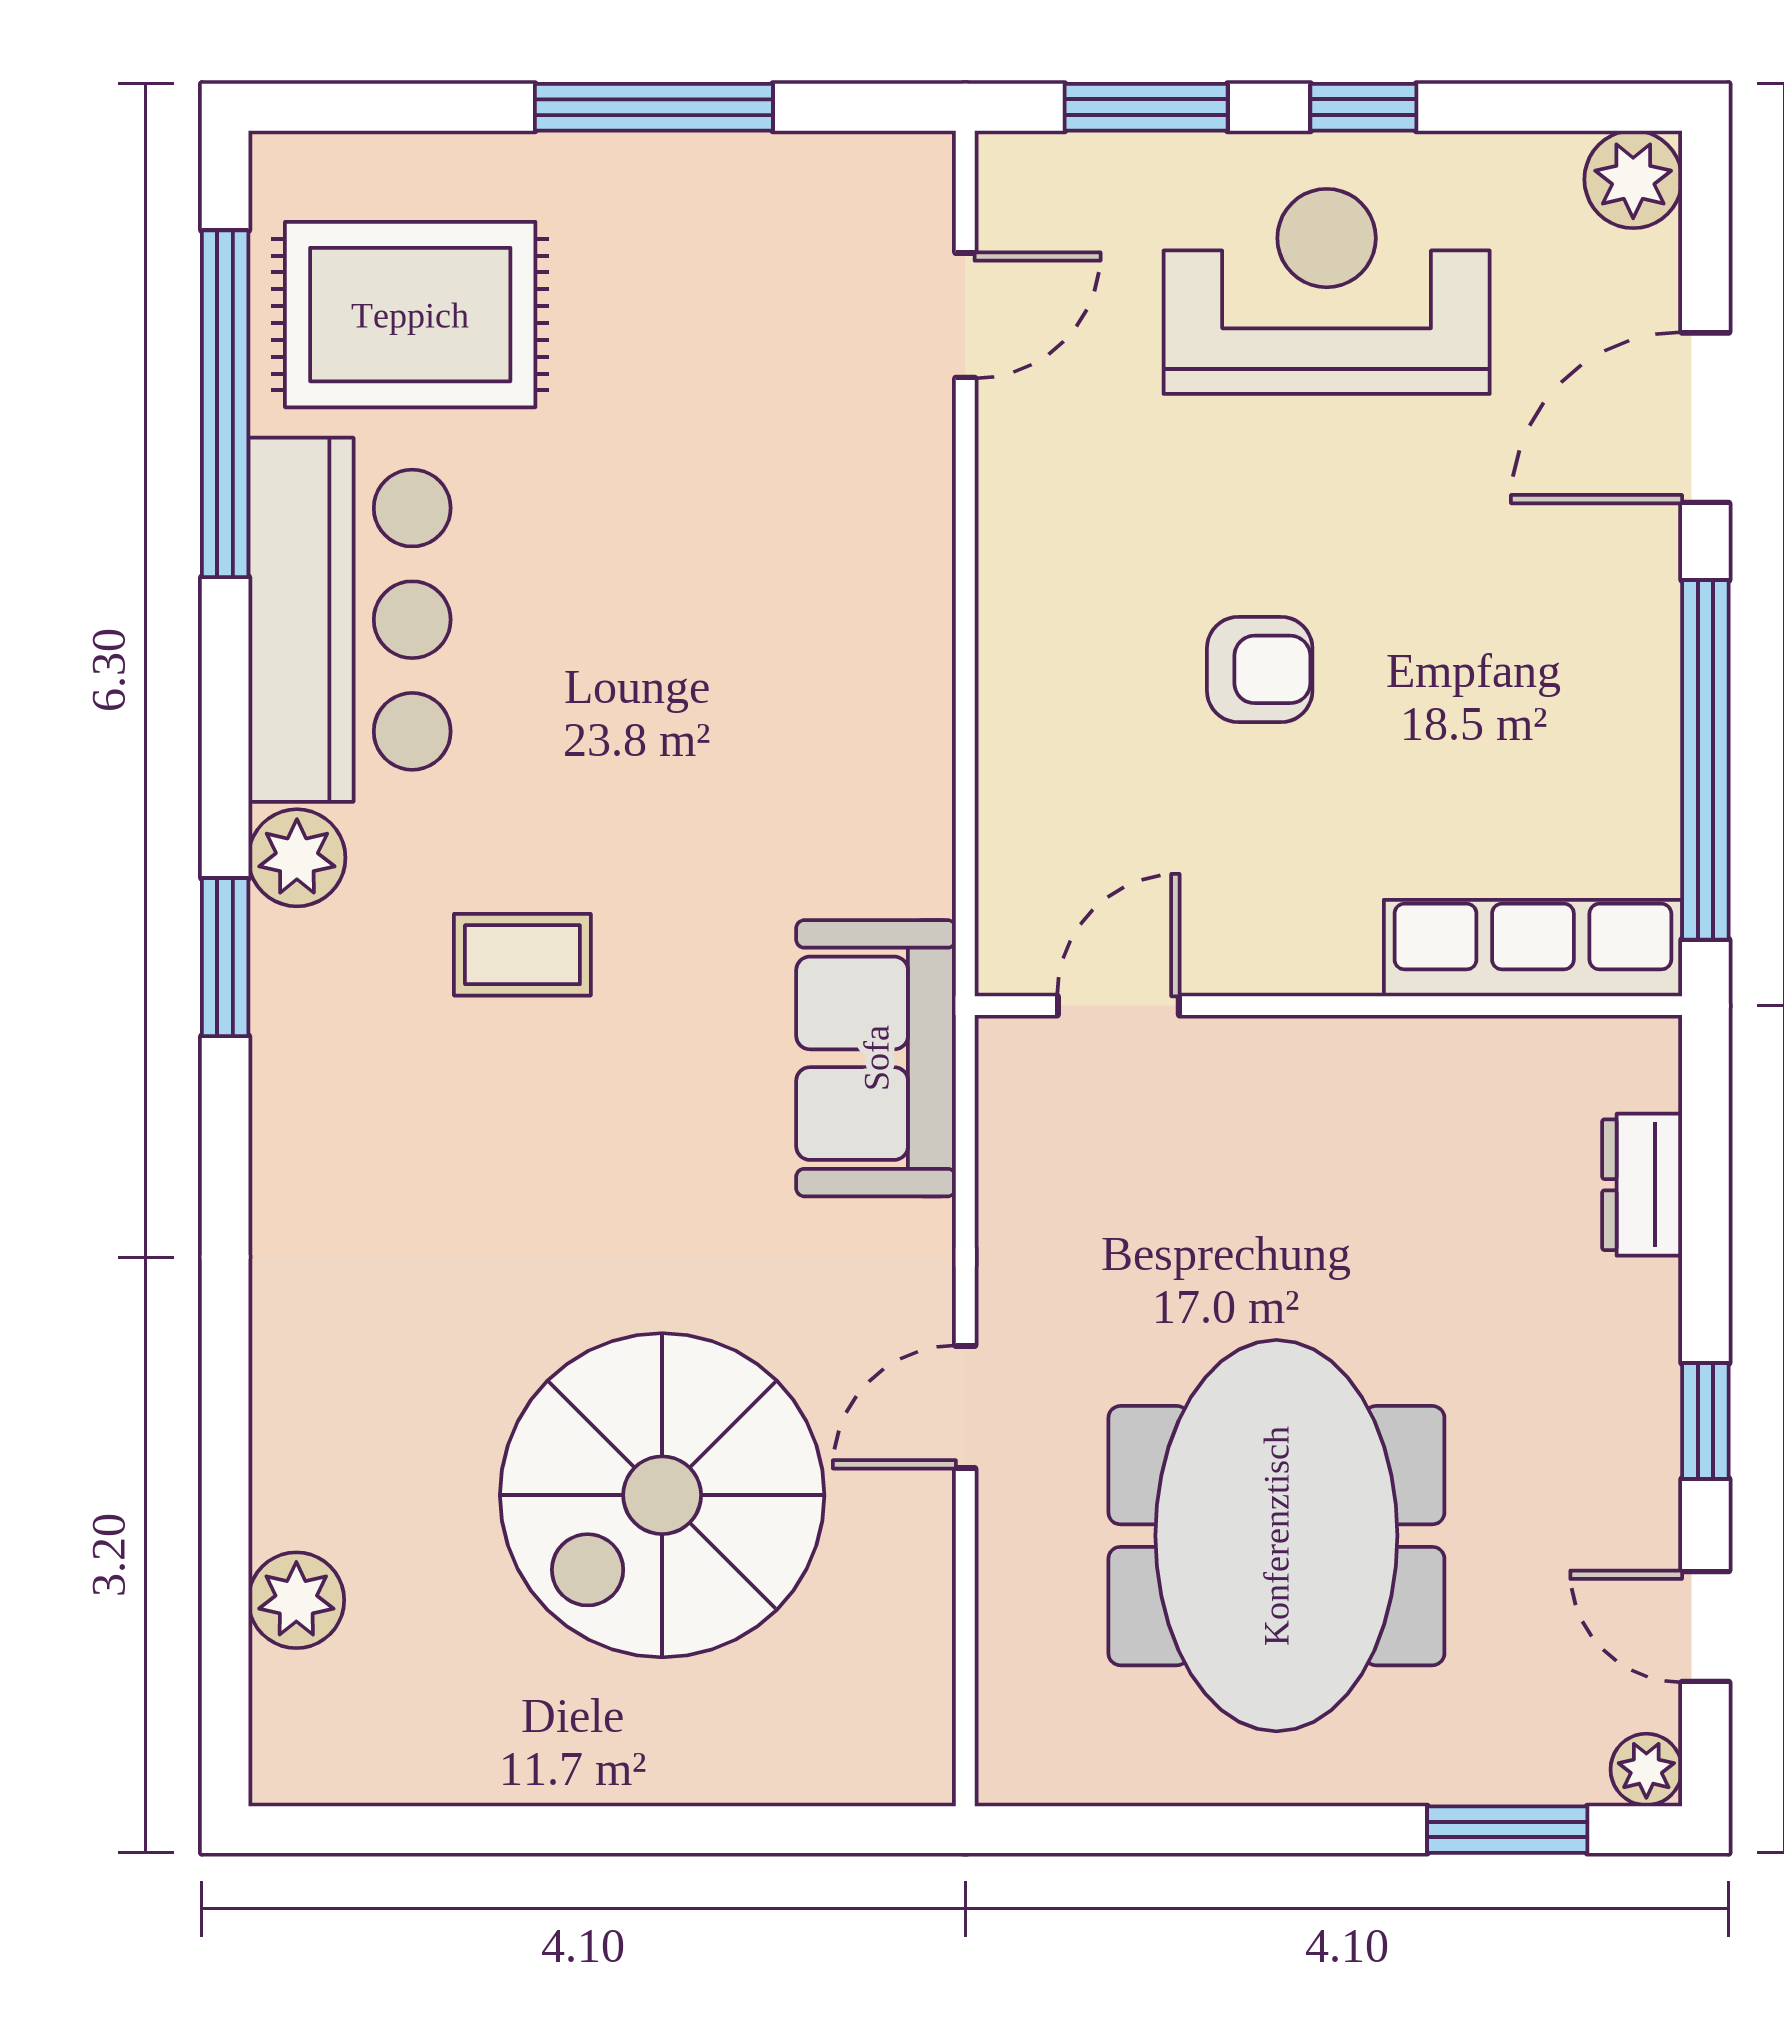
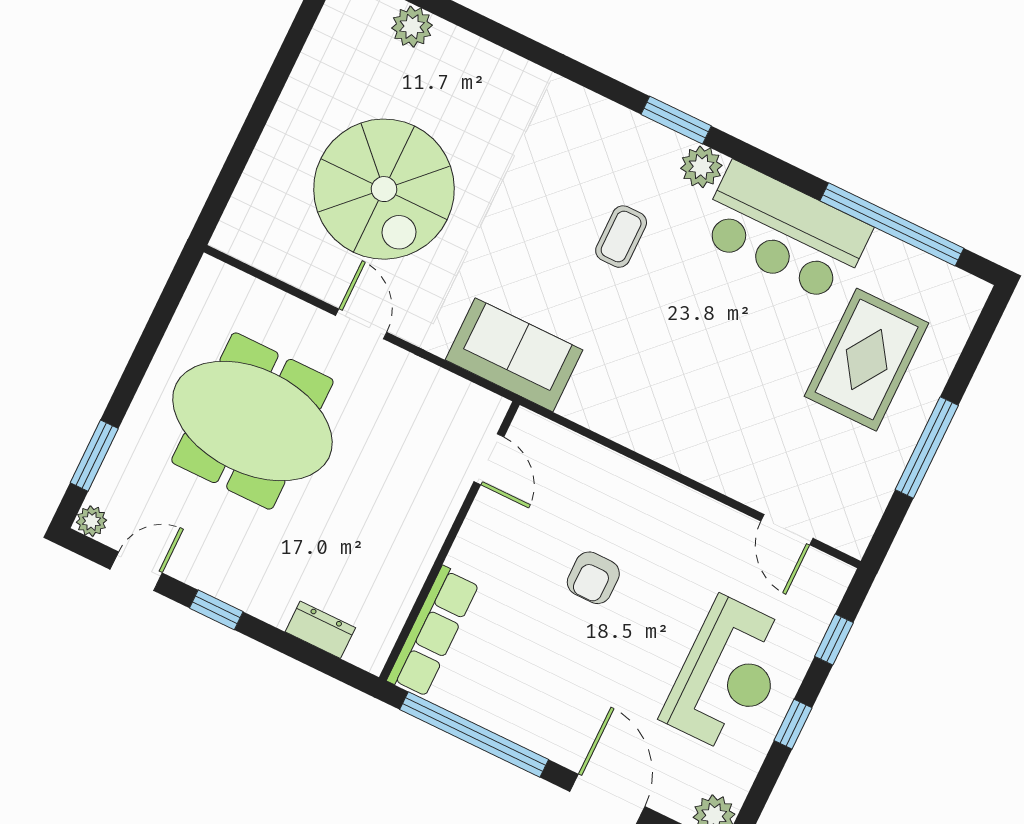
window: (1146, 107) -> (834, 639), width x0.67
rug: (410, 315) -> (867, 360), moved
spiral stairs: (662, 1495) -> (384, 189), turned 180

